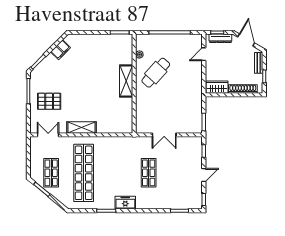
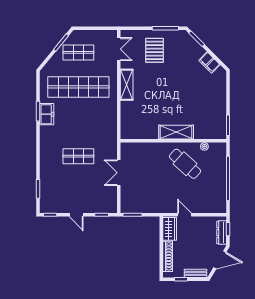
door: (204, 54) -> (185, 215), moved
freezer: (125, 203) -> (47, 114), moved

